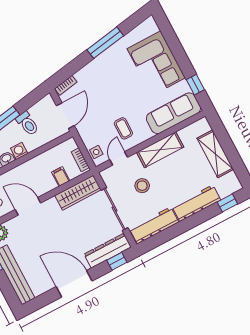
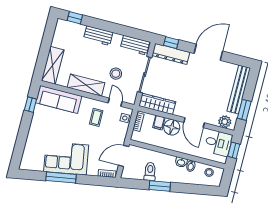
corner sofa: (156, 63) -> (66, 158), moved, turned -100
washing machine: (19, 151) -> (170, 160), removed
shelving: (215, 154) -> (53, 65), moved
door: (119, 158) -> (115, 102), swing flipped
floor lamp: (45, 183) -> (172, 127), added
workbench: (196, 203) -> (98, 36), width x0.73
workbench: (154, 225) -> (135, 45), width x0.73
door: (74, 284) -> (208, 52), swing flipped

